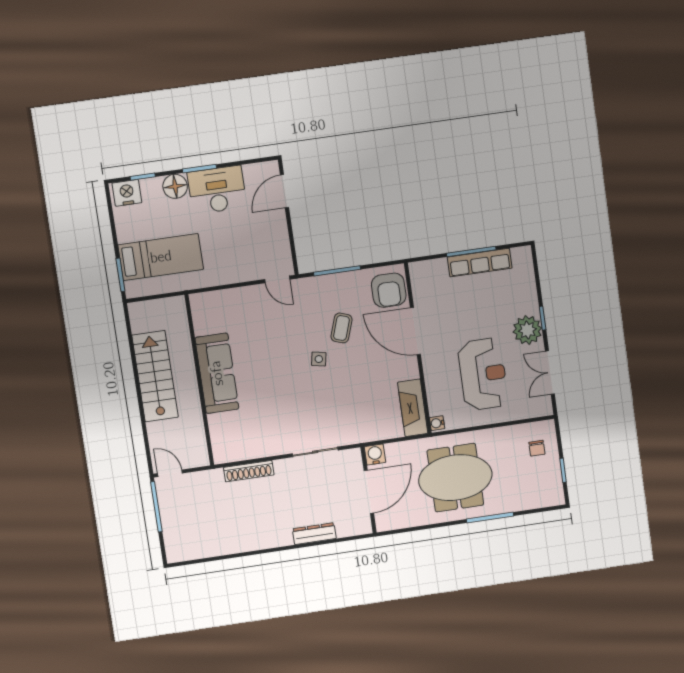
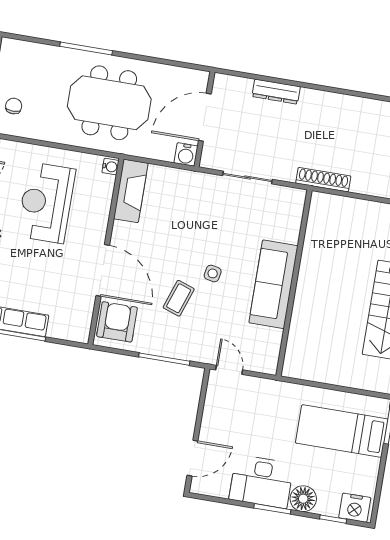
sofa: (217, 373) -> (273, 284), moved
wall: (199, 380) -> (294, 283), moved

